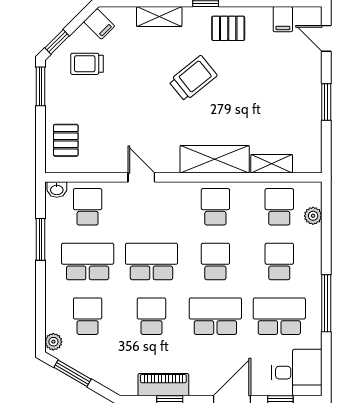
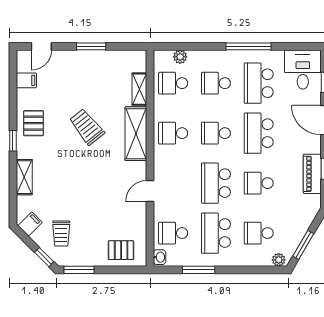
trolley: (193, 78) -> (87, 127), moved

